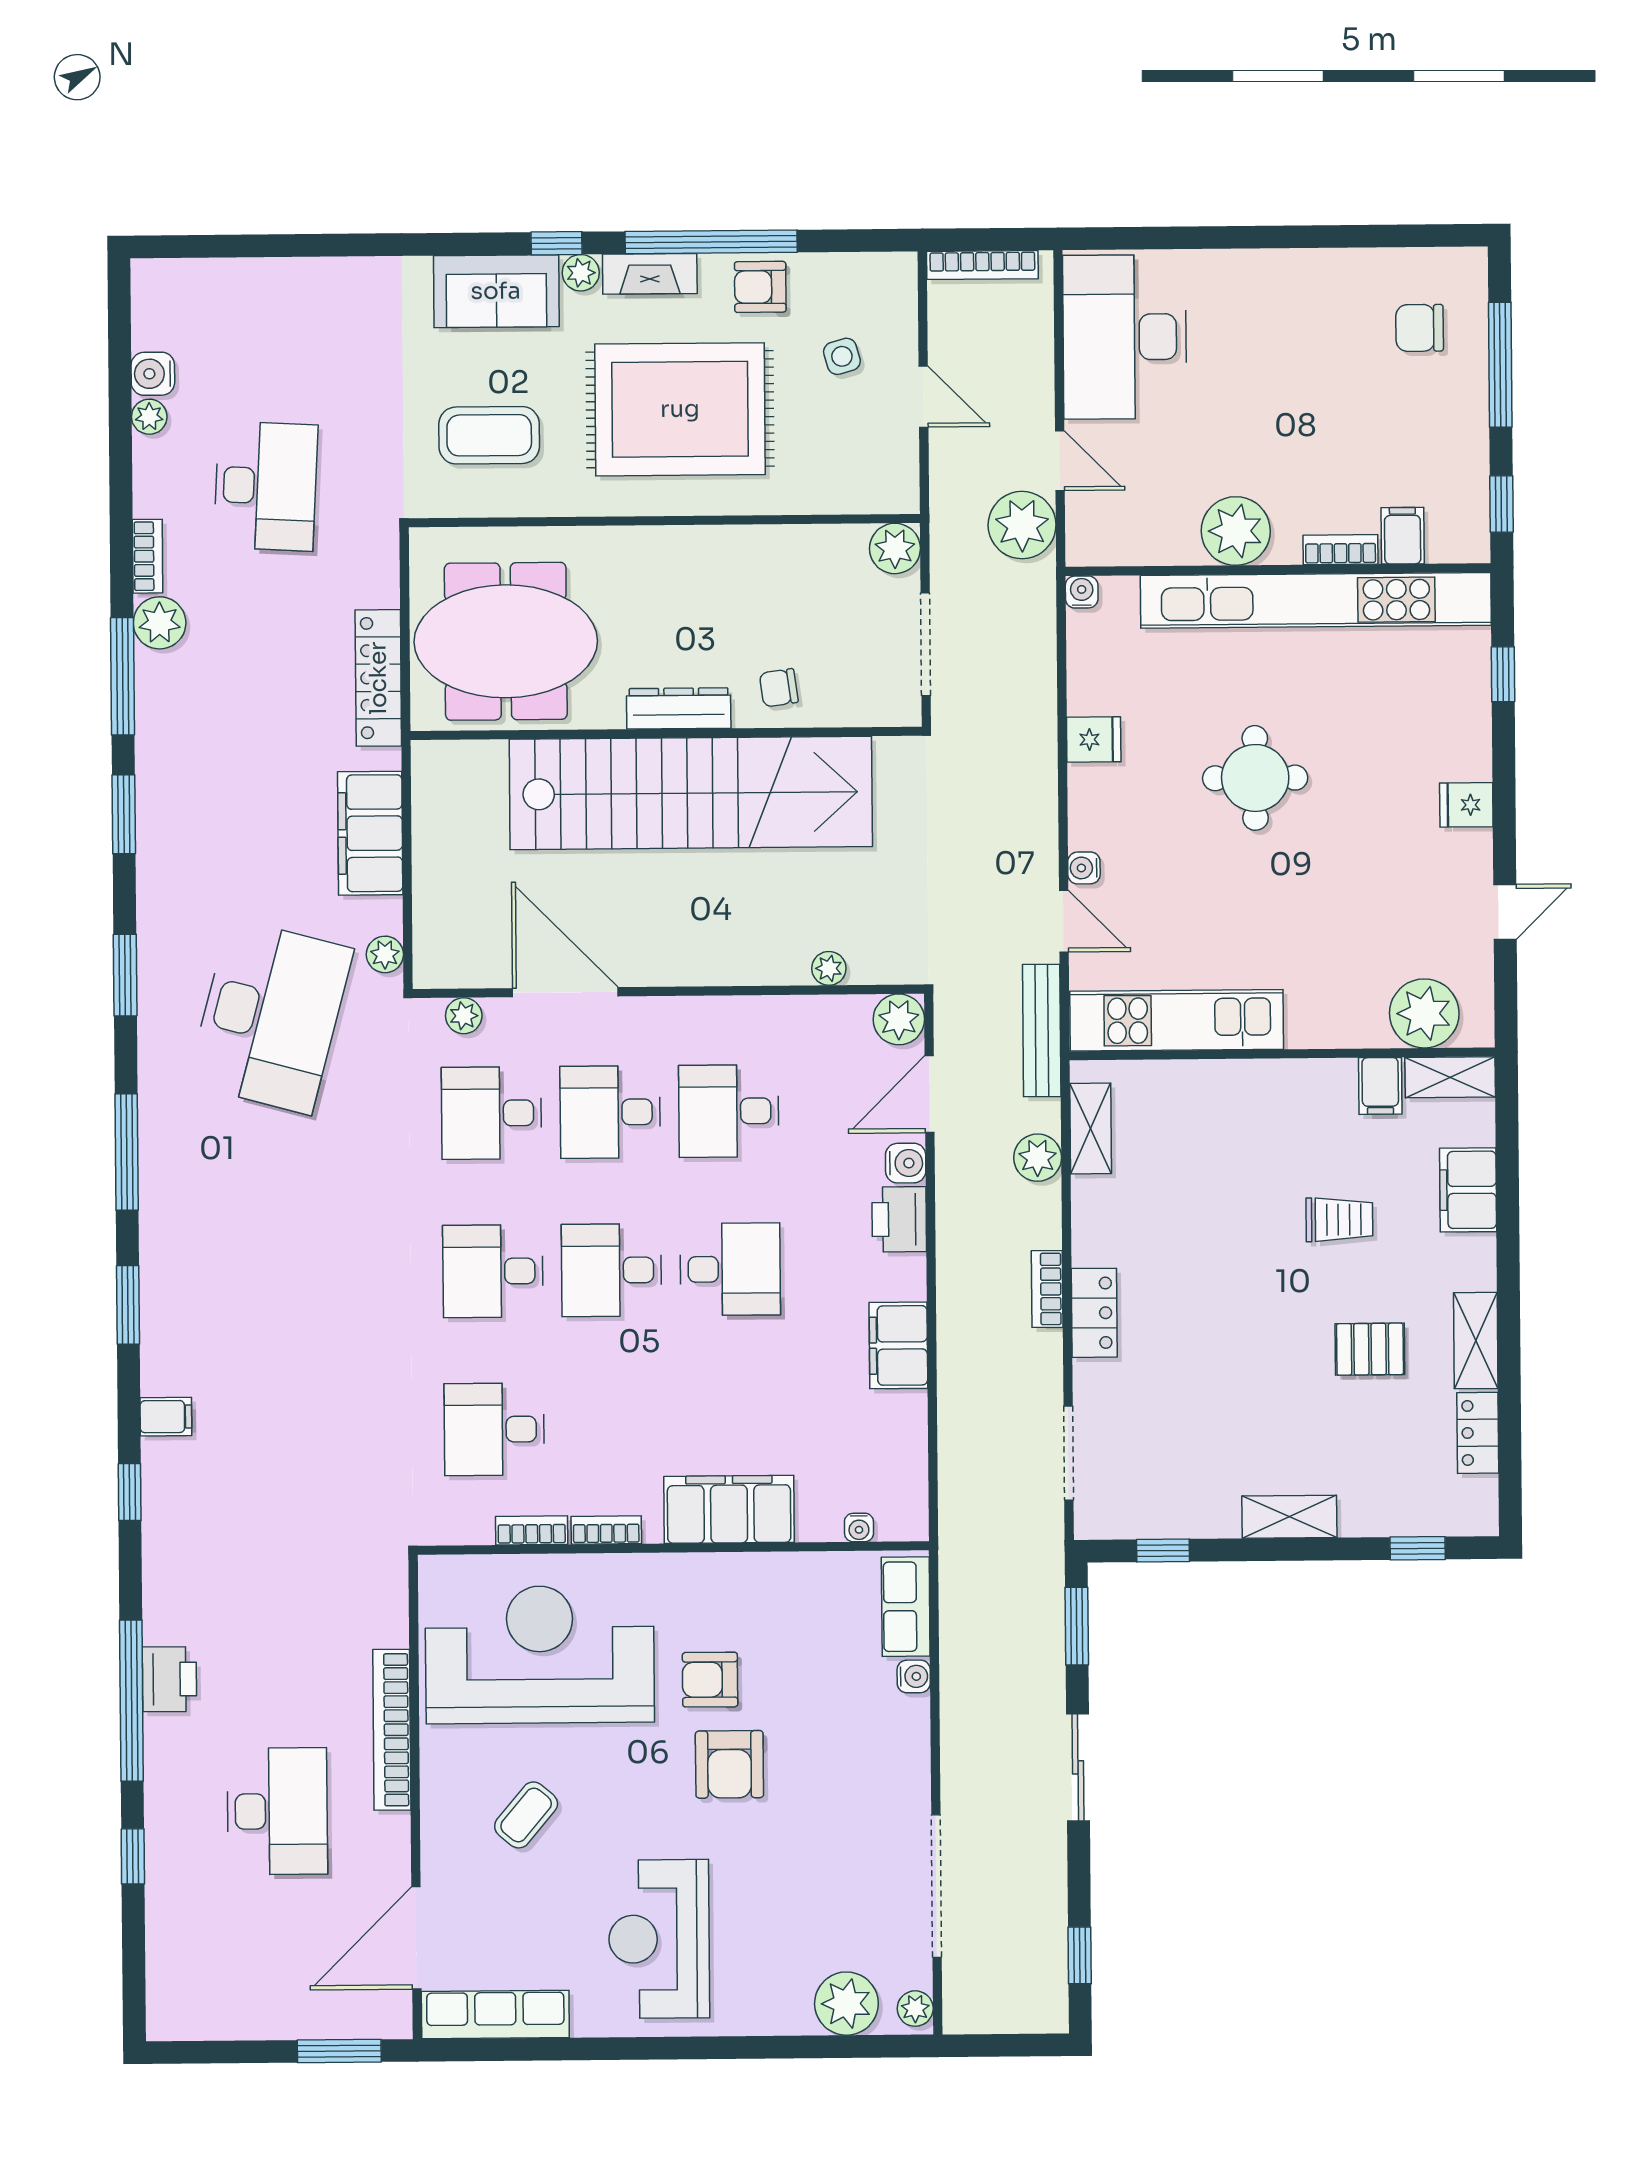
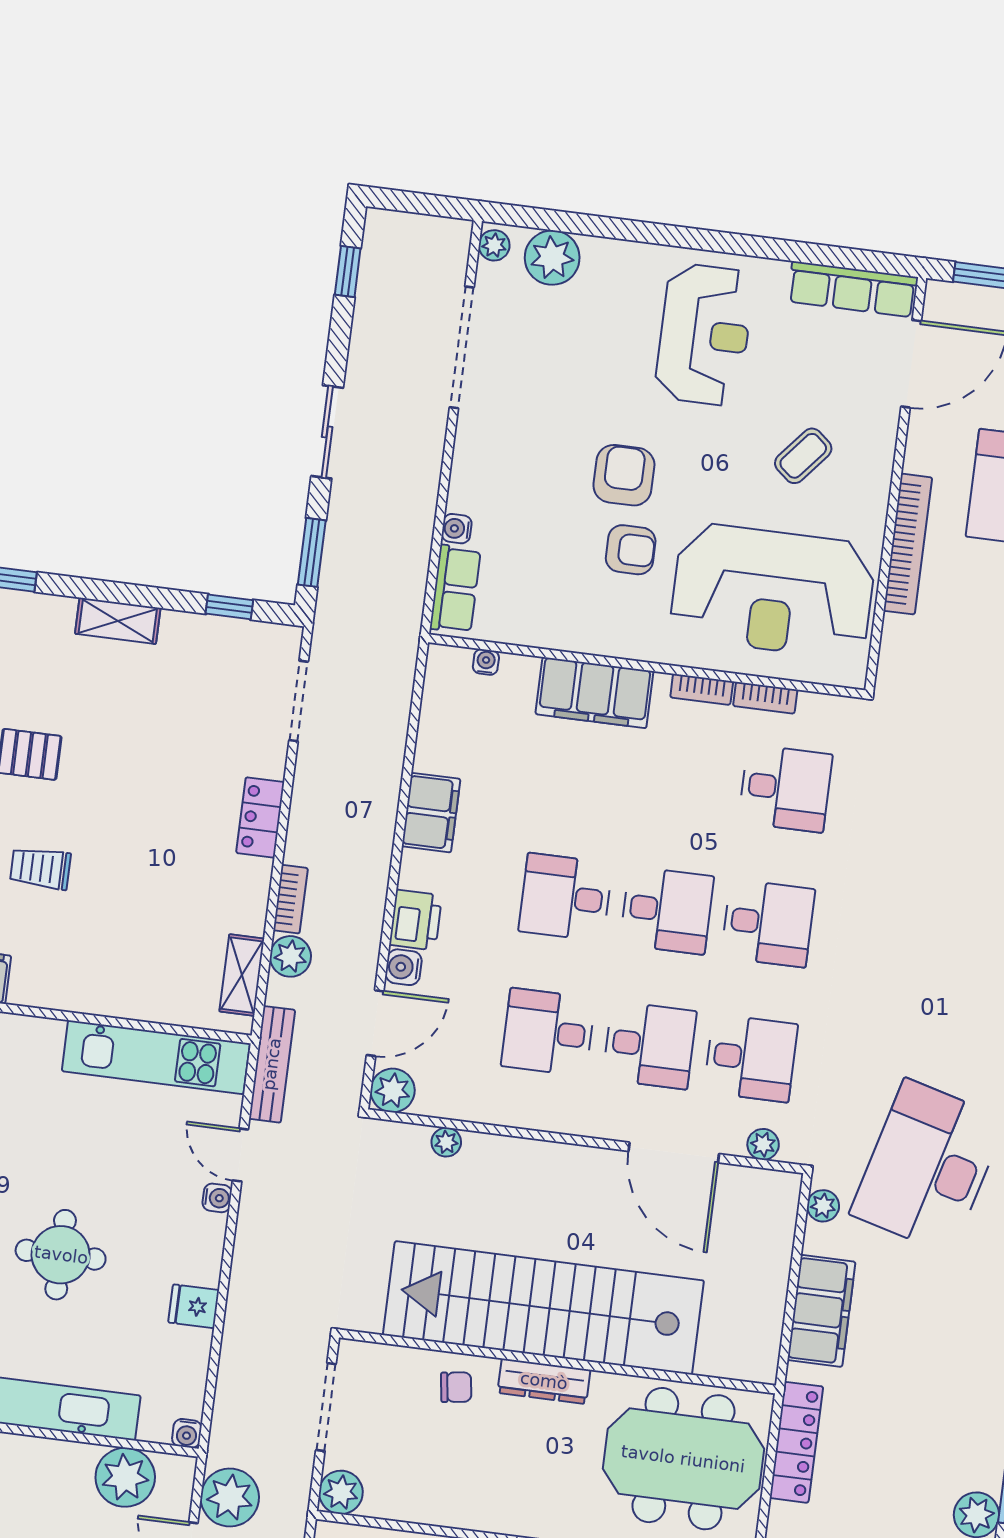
plant: (1236, 531) -> (125, 1477), moved
desk: (729, 1111) -> (548, 1032), turned 180
bookcase: (1047, 1289) -> (290, 899), moved

